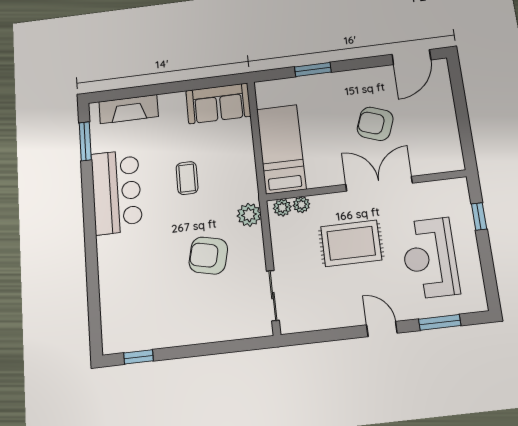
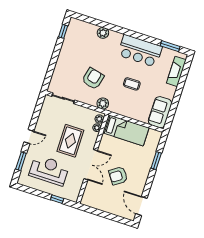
armchair: (375, 124) -> (118, 176), turned -145
plant: (110, 277) -> (103, 33), added

